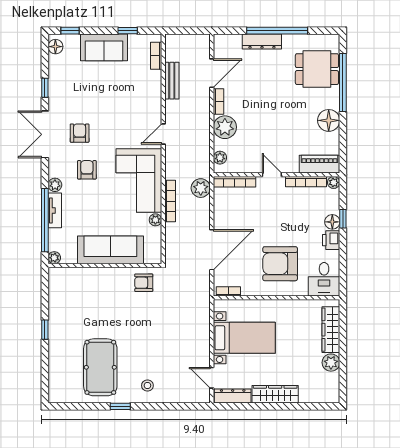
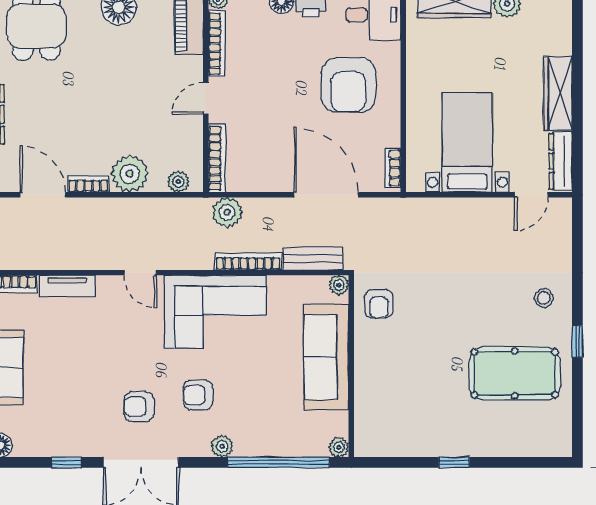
bench: (172, 81) -> (313, 259), moved
tv unit: (55, 210) -> (67, 286), moved, turned 180
plant: (155, 220) -> (339, 285), moved

